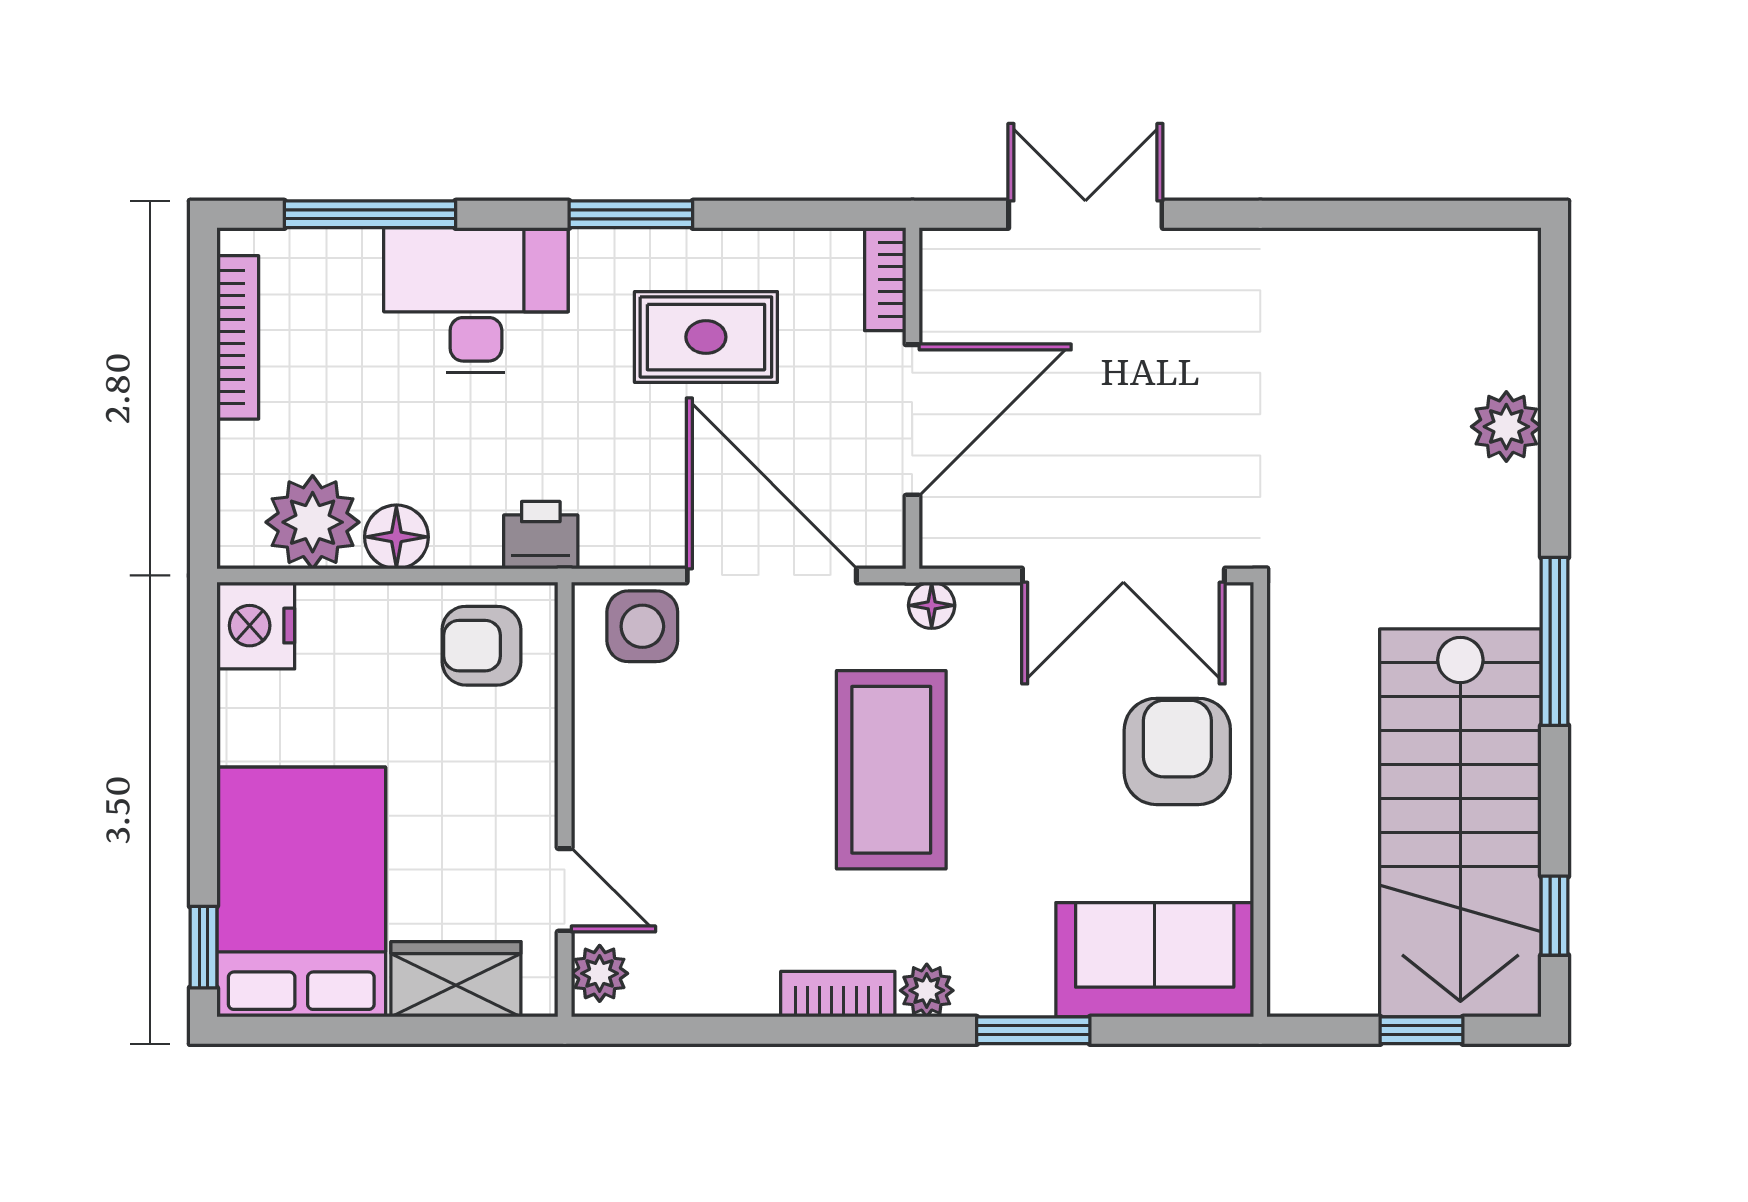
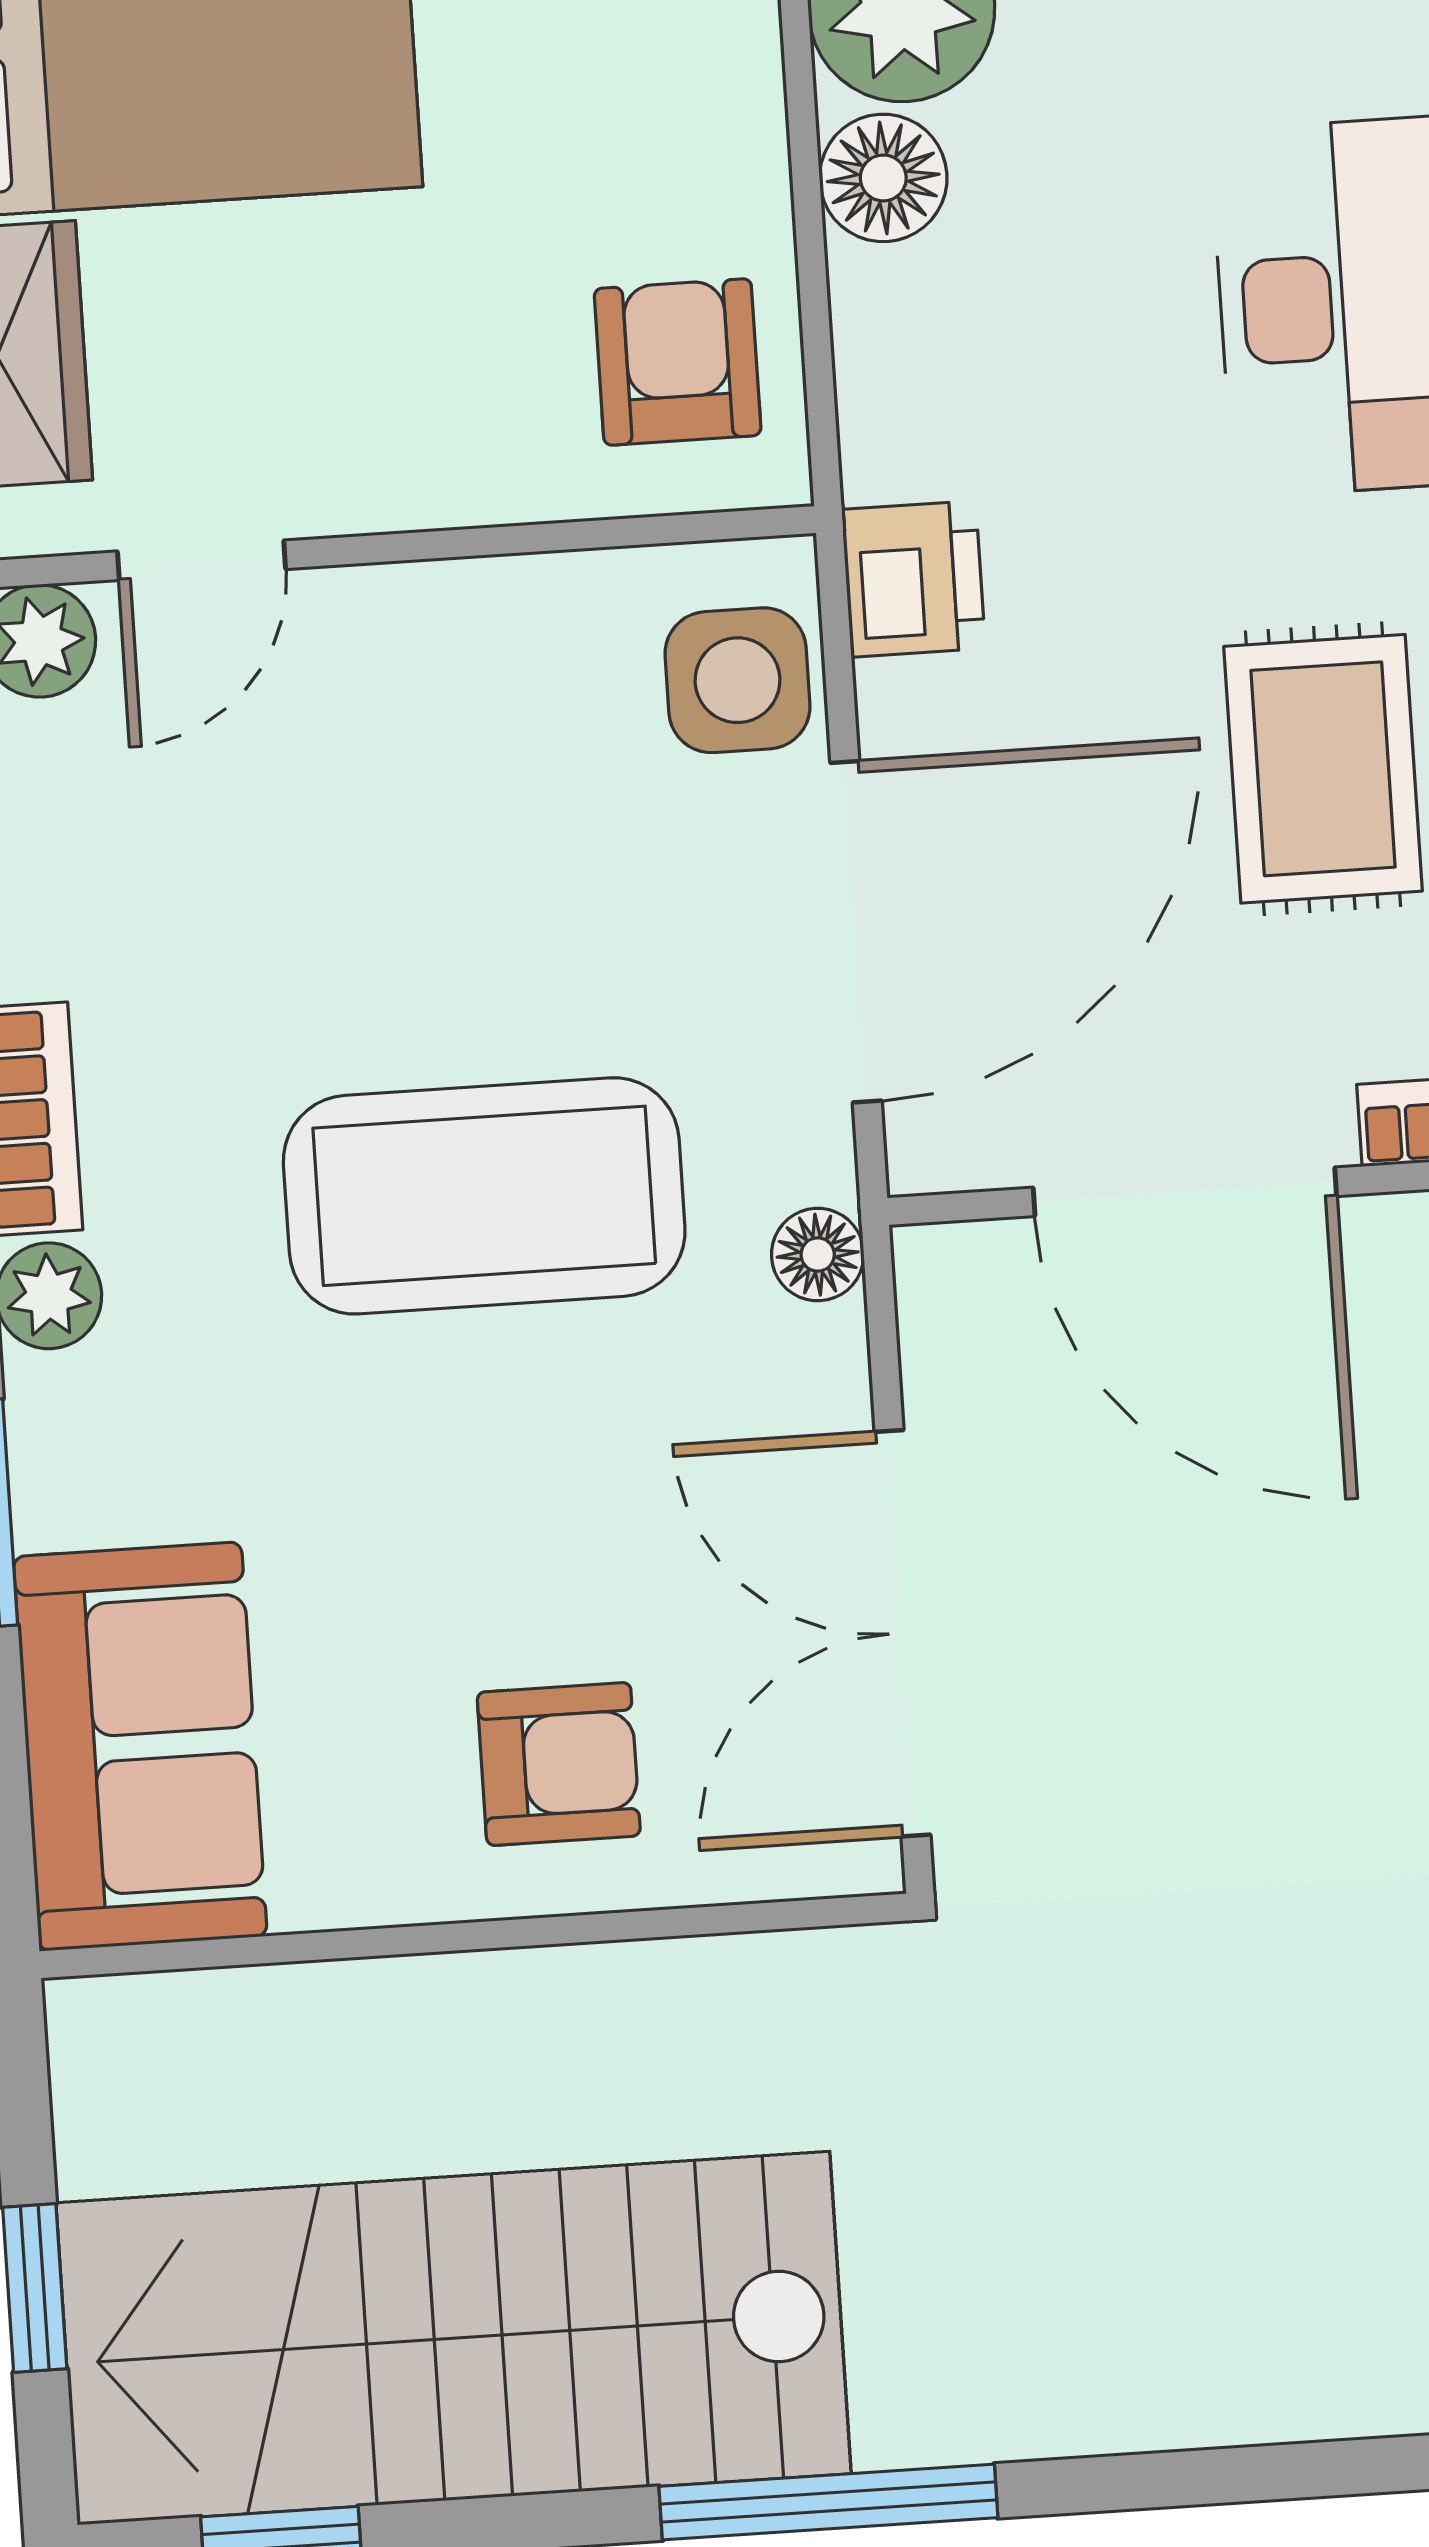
plant: (1506, 427) -> (1250, 2377), removed
printer: (541, 535) -> (913, 579), moved
armchair: (1177, 751) -> (559, 1764), width x0.72, depth x0.72

